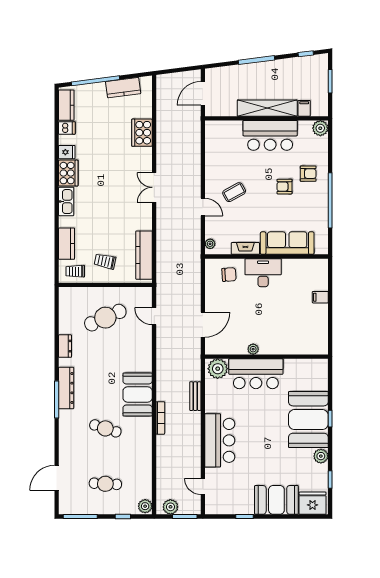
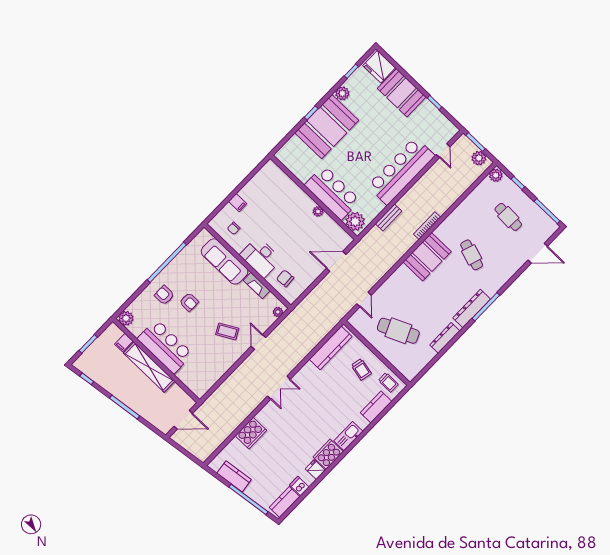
chair: (304, 275) -> (234, 228), added
dresser: (65, 346) -> (445, 338), width x1.44
bar counter: (220, 440) -> (401, 171), width x1.36

